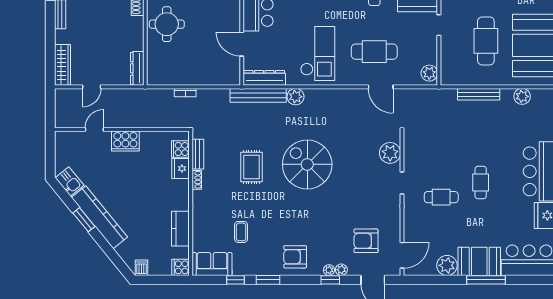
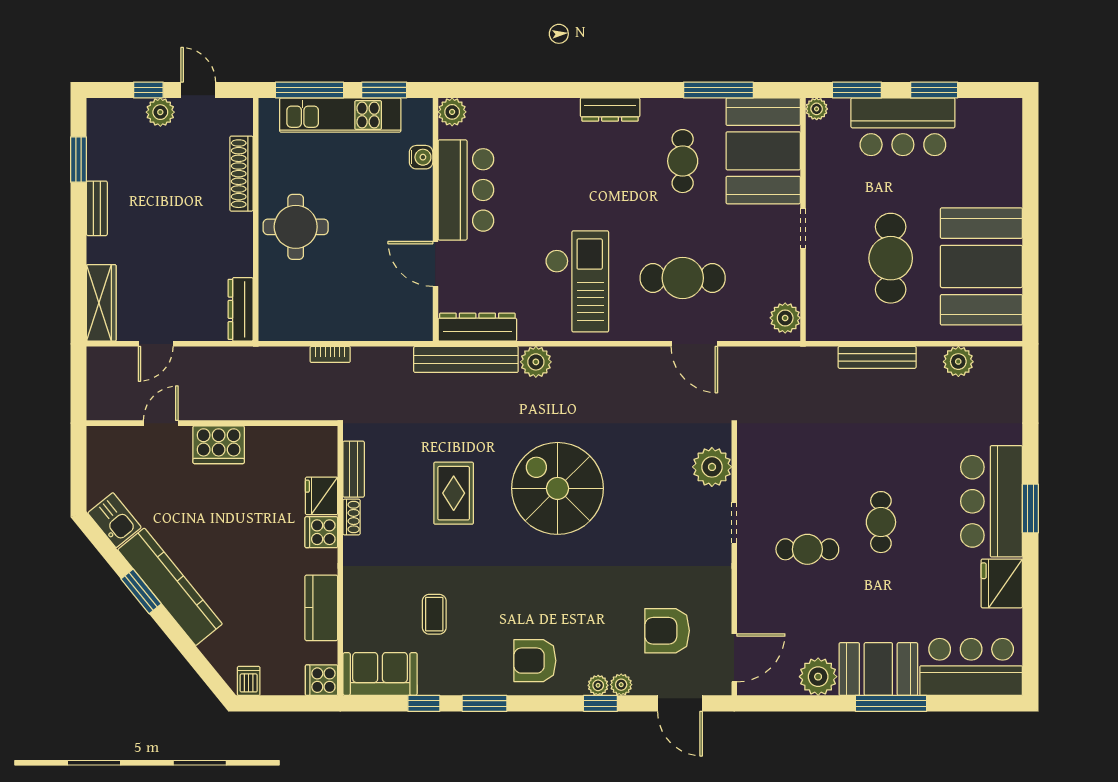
cooker: (180, 149) -> (321, 532), moved

